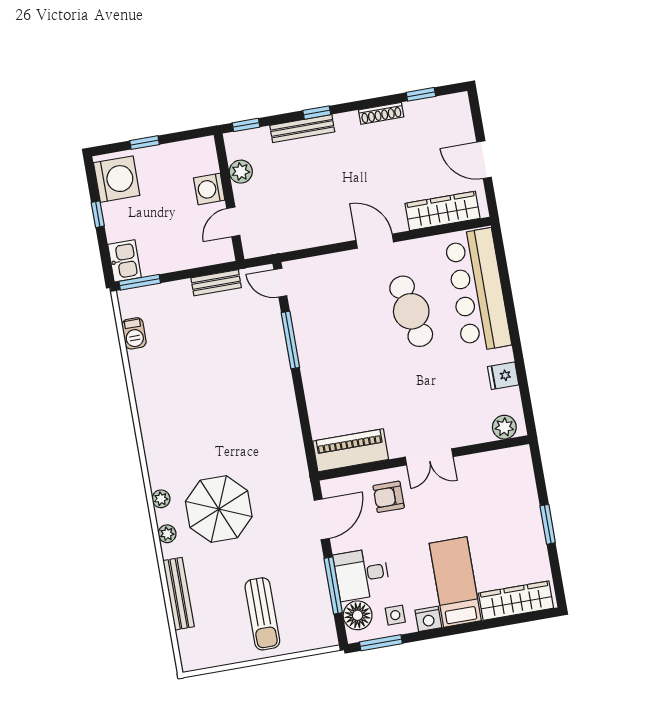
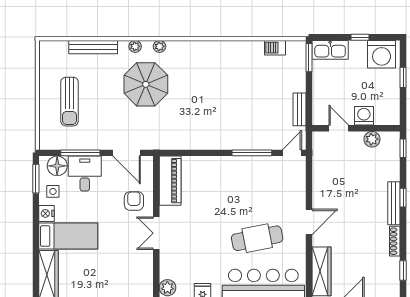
bench: (302, 129) -> (394, 203), moved
kitchen sink: (125, 261) -> (330, 50), width x1.38
sun lounger: (262, 614) -> (70, 102), turned -90

